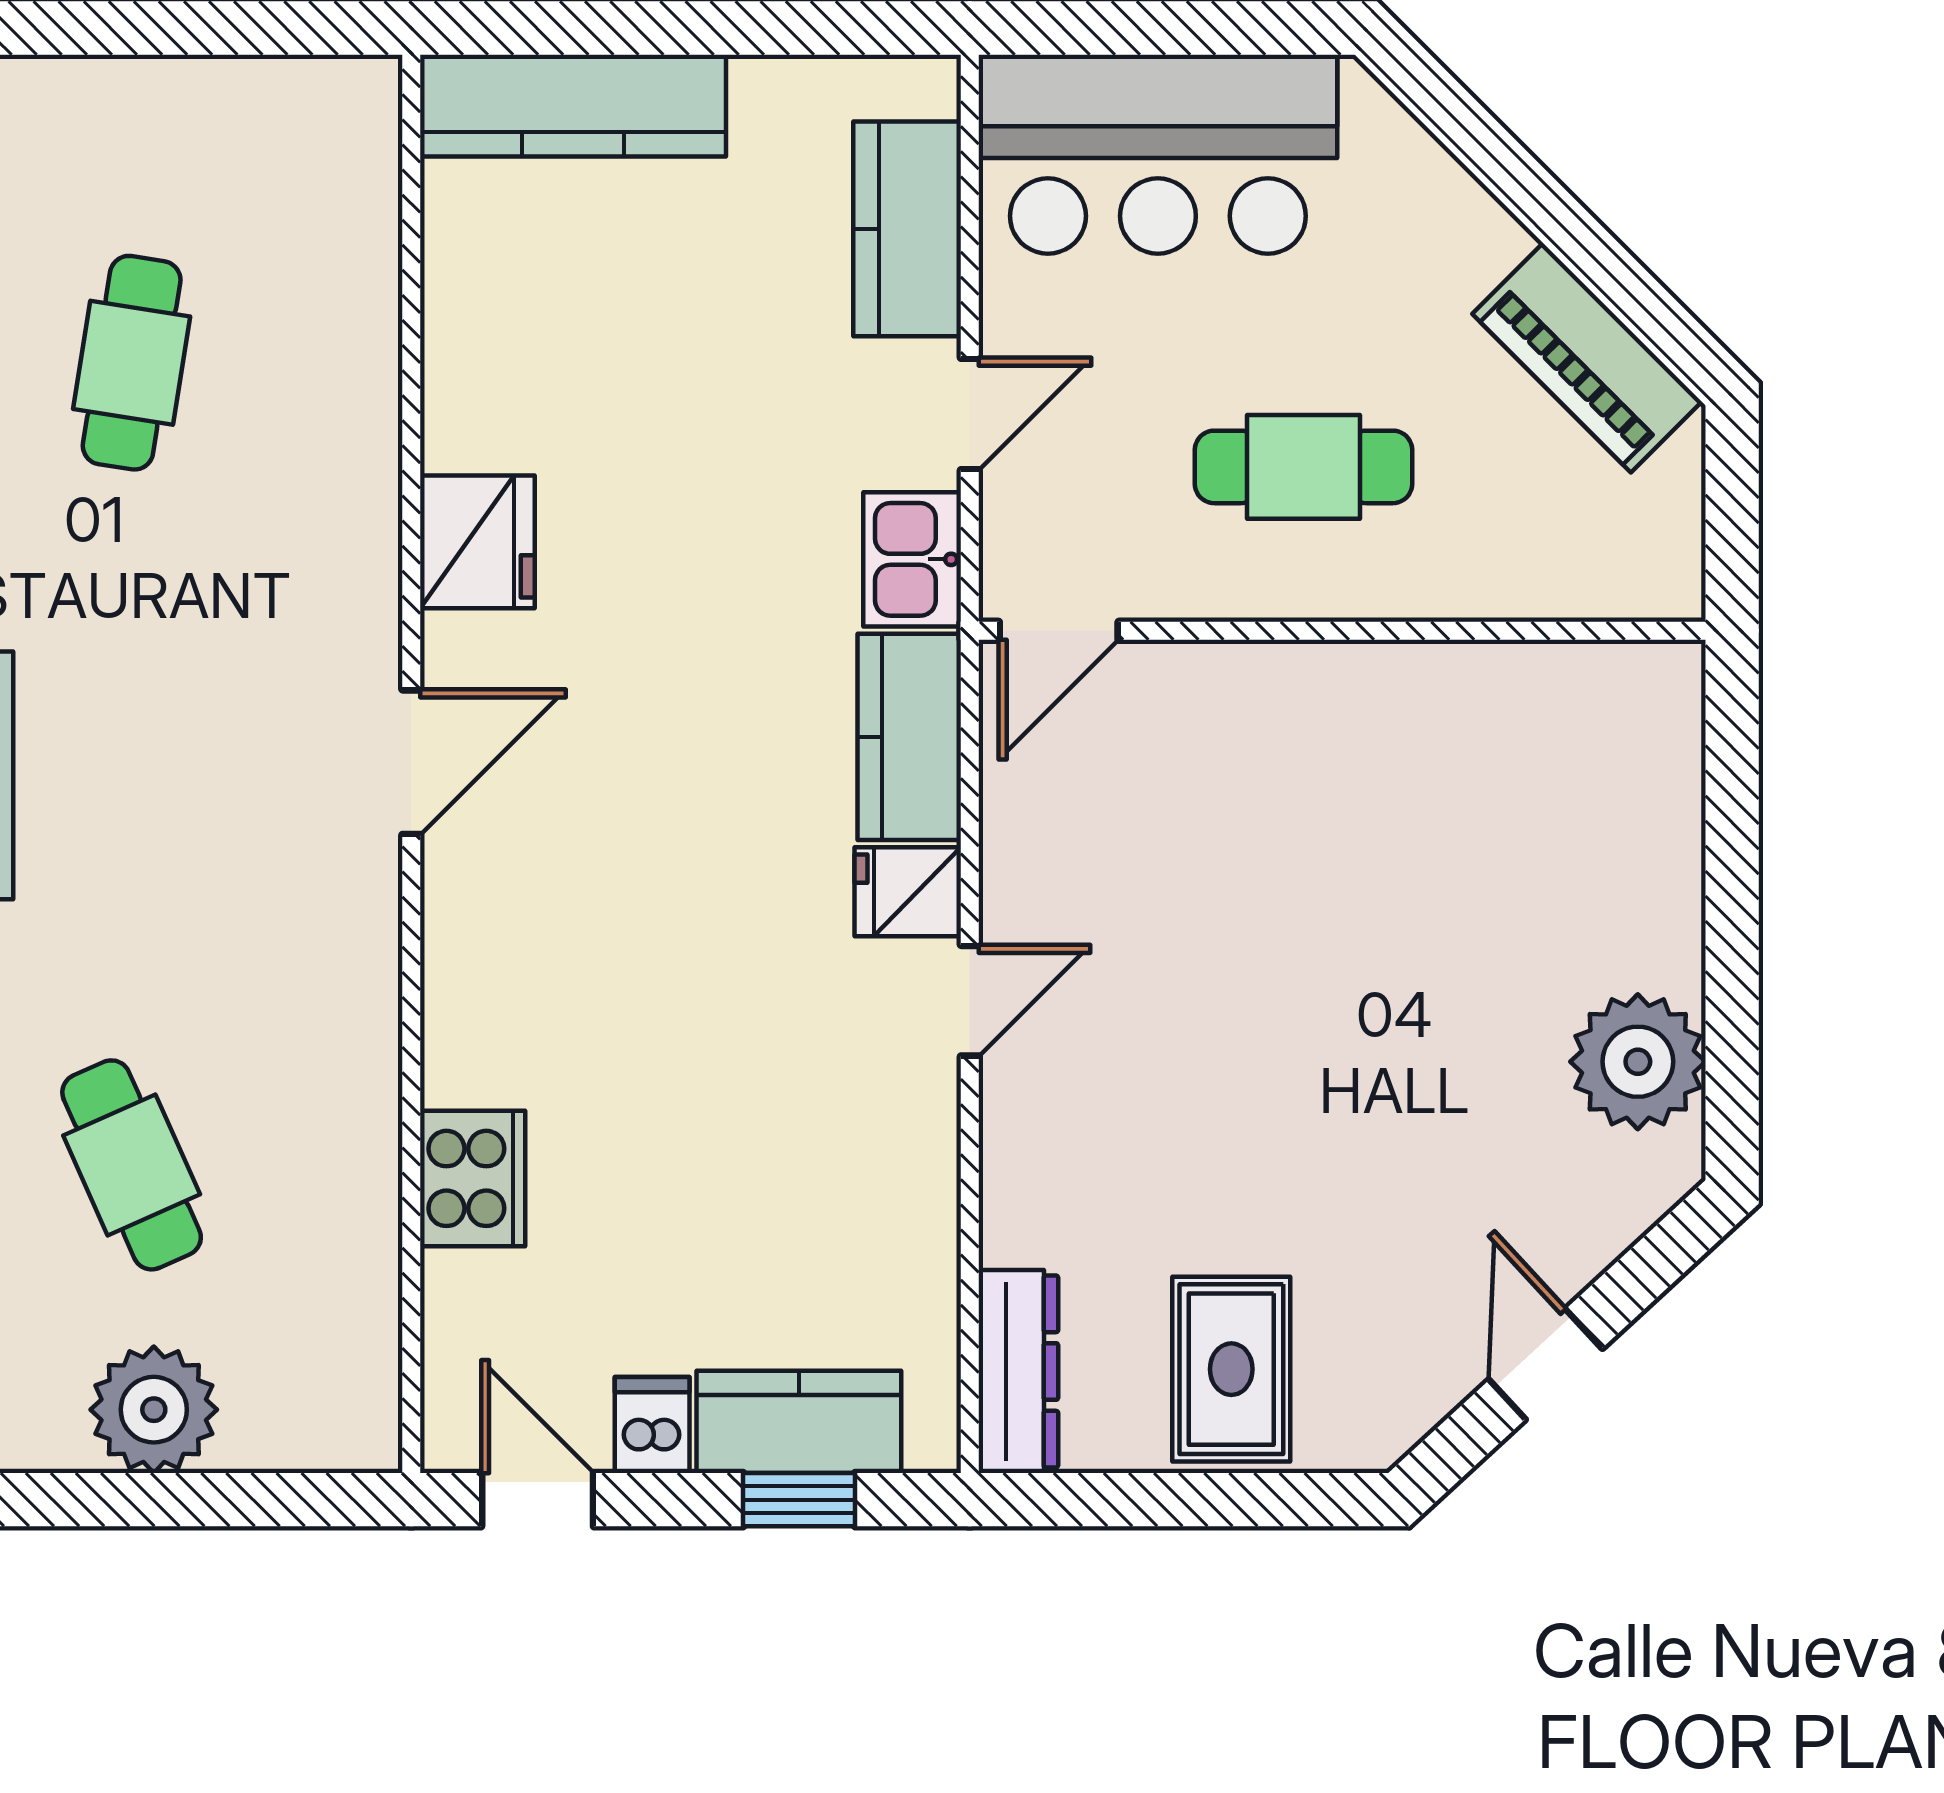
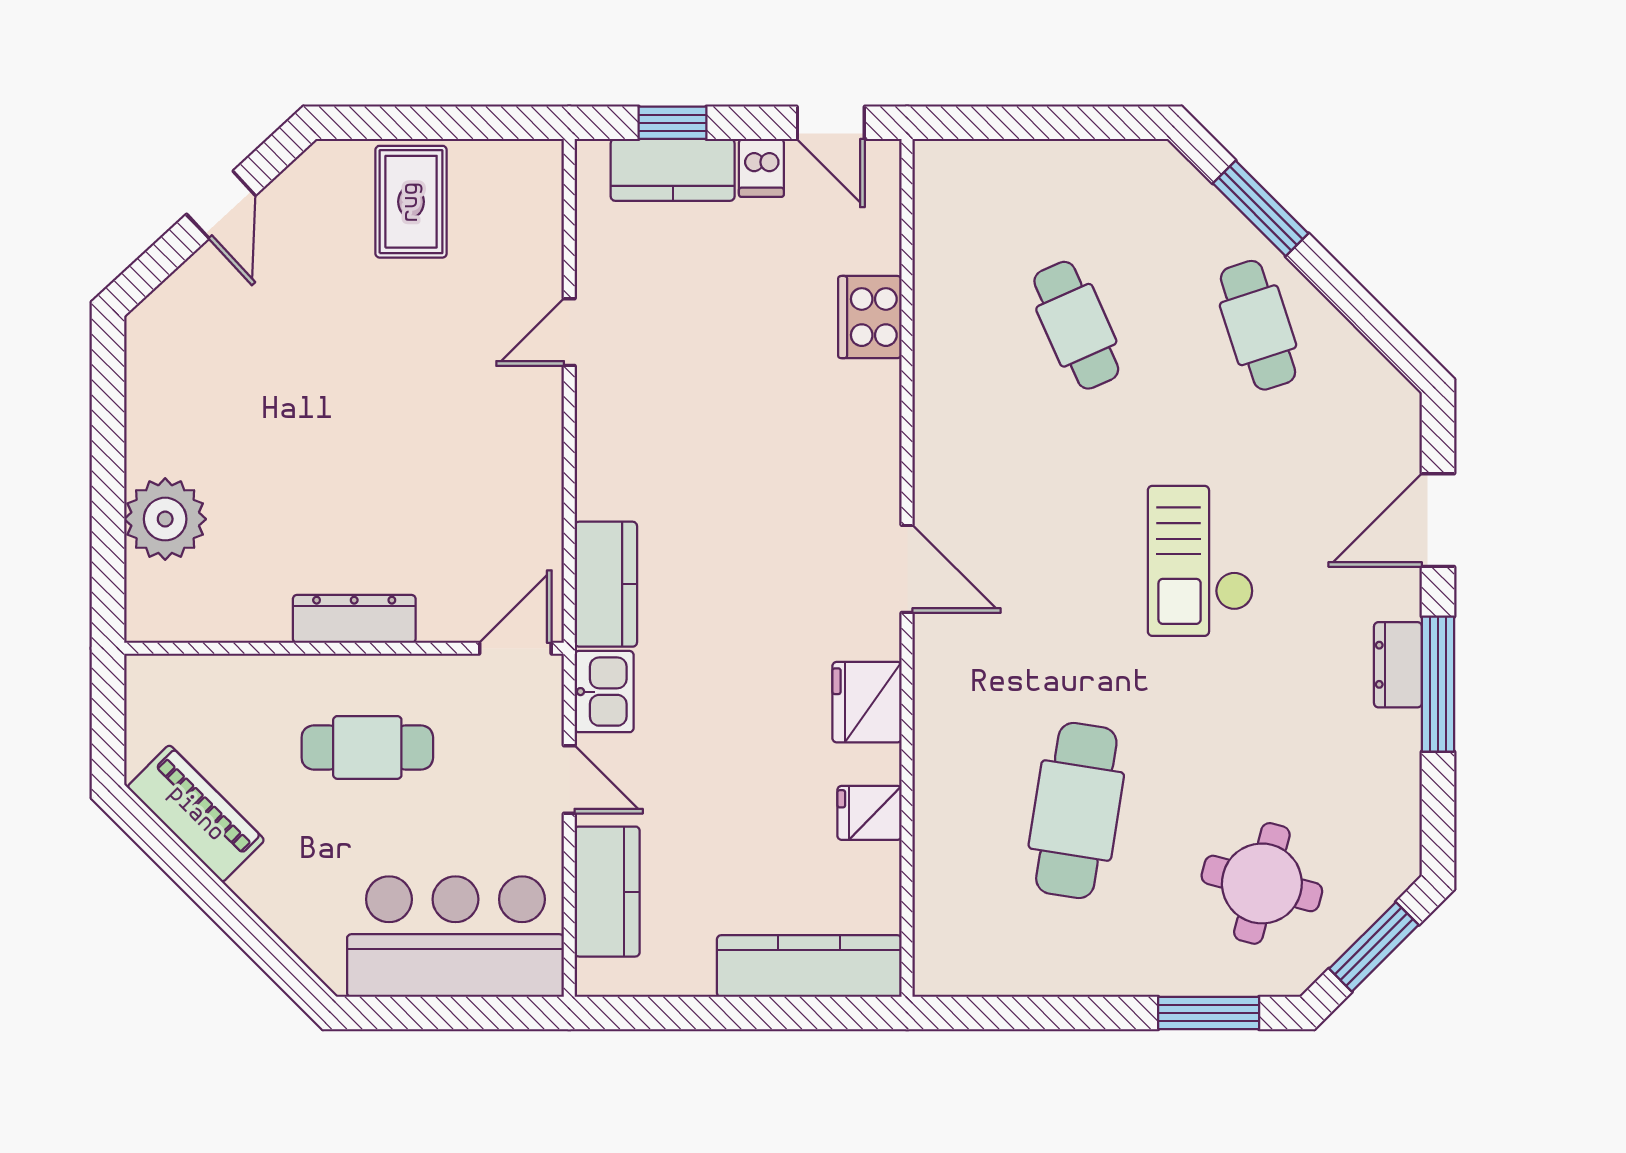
cafe table: (132, 363) -> (1076, 811), width x1.37, depth x1.35
door: (970, 414) -> (569, 780), swing flipped
door: (411, 762) -> (907, 569), swing flipped
fridge: (908, 892) -> (870, 813), moved, turned 180
door: (970, 1001) -> (569, 332), moved
plant: (1638, 1062) -> (165, 519), moved
dresser: (1018, 1372) -> (354, 619), moved, turned 90
plant: (154, 1410) -> (1063, 177), removed

